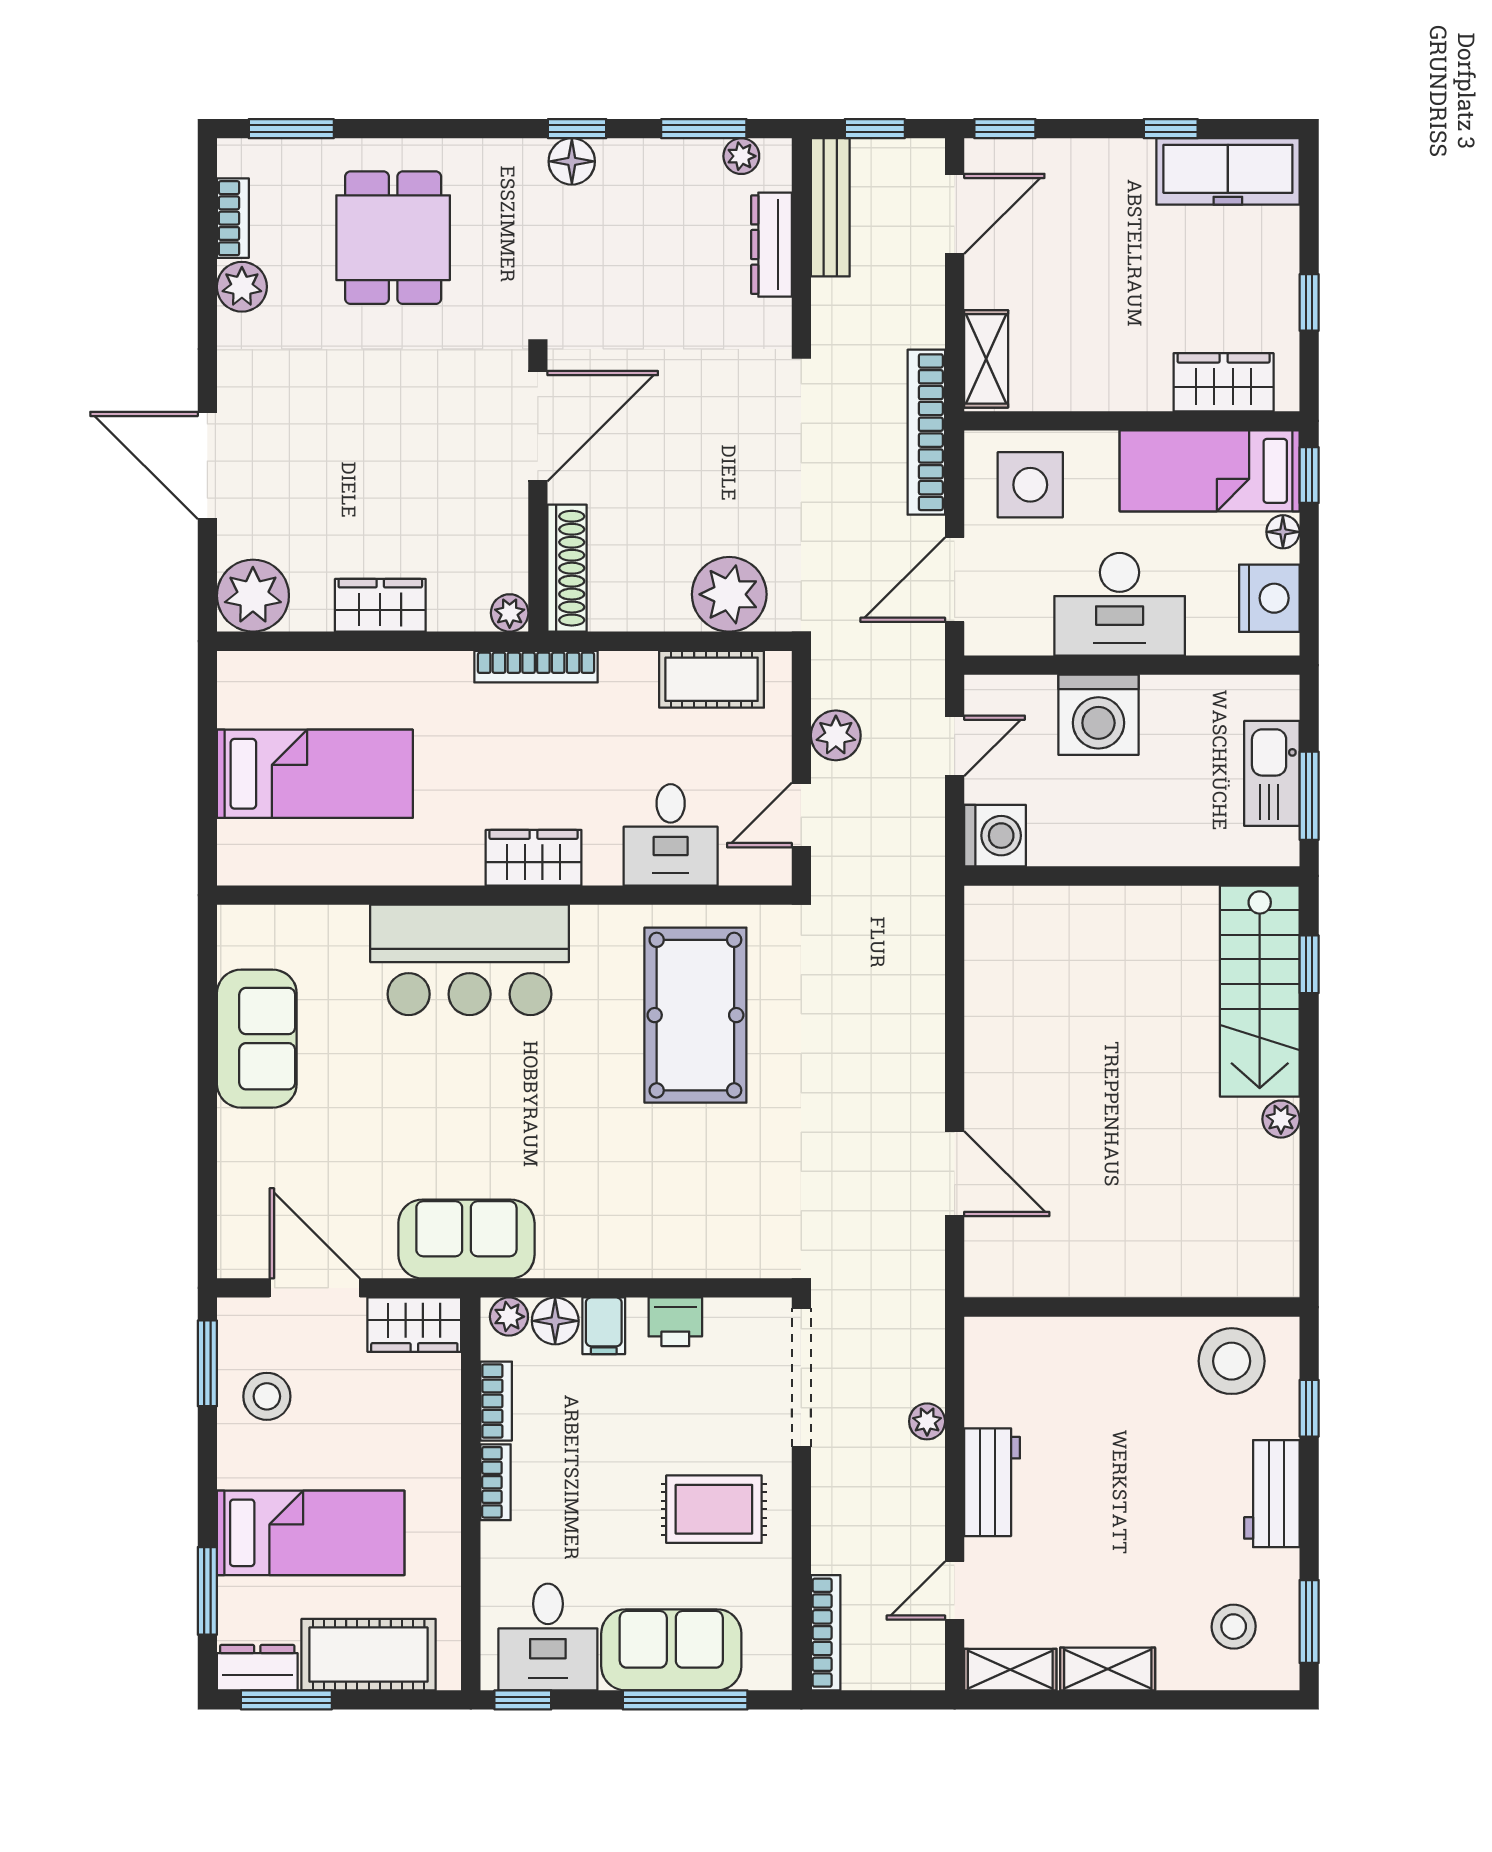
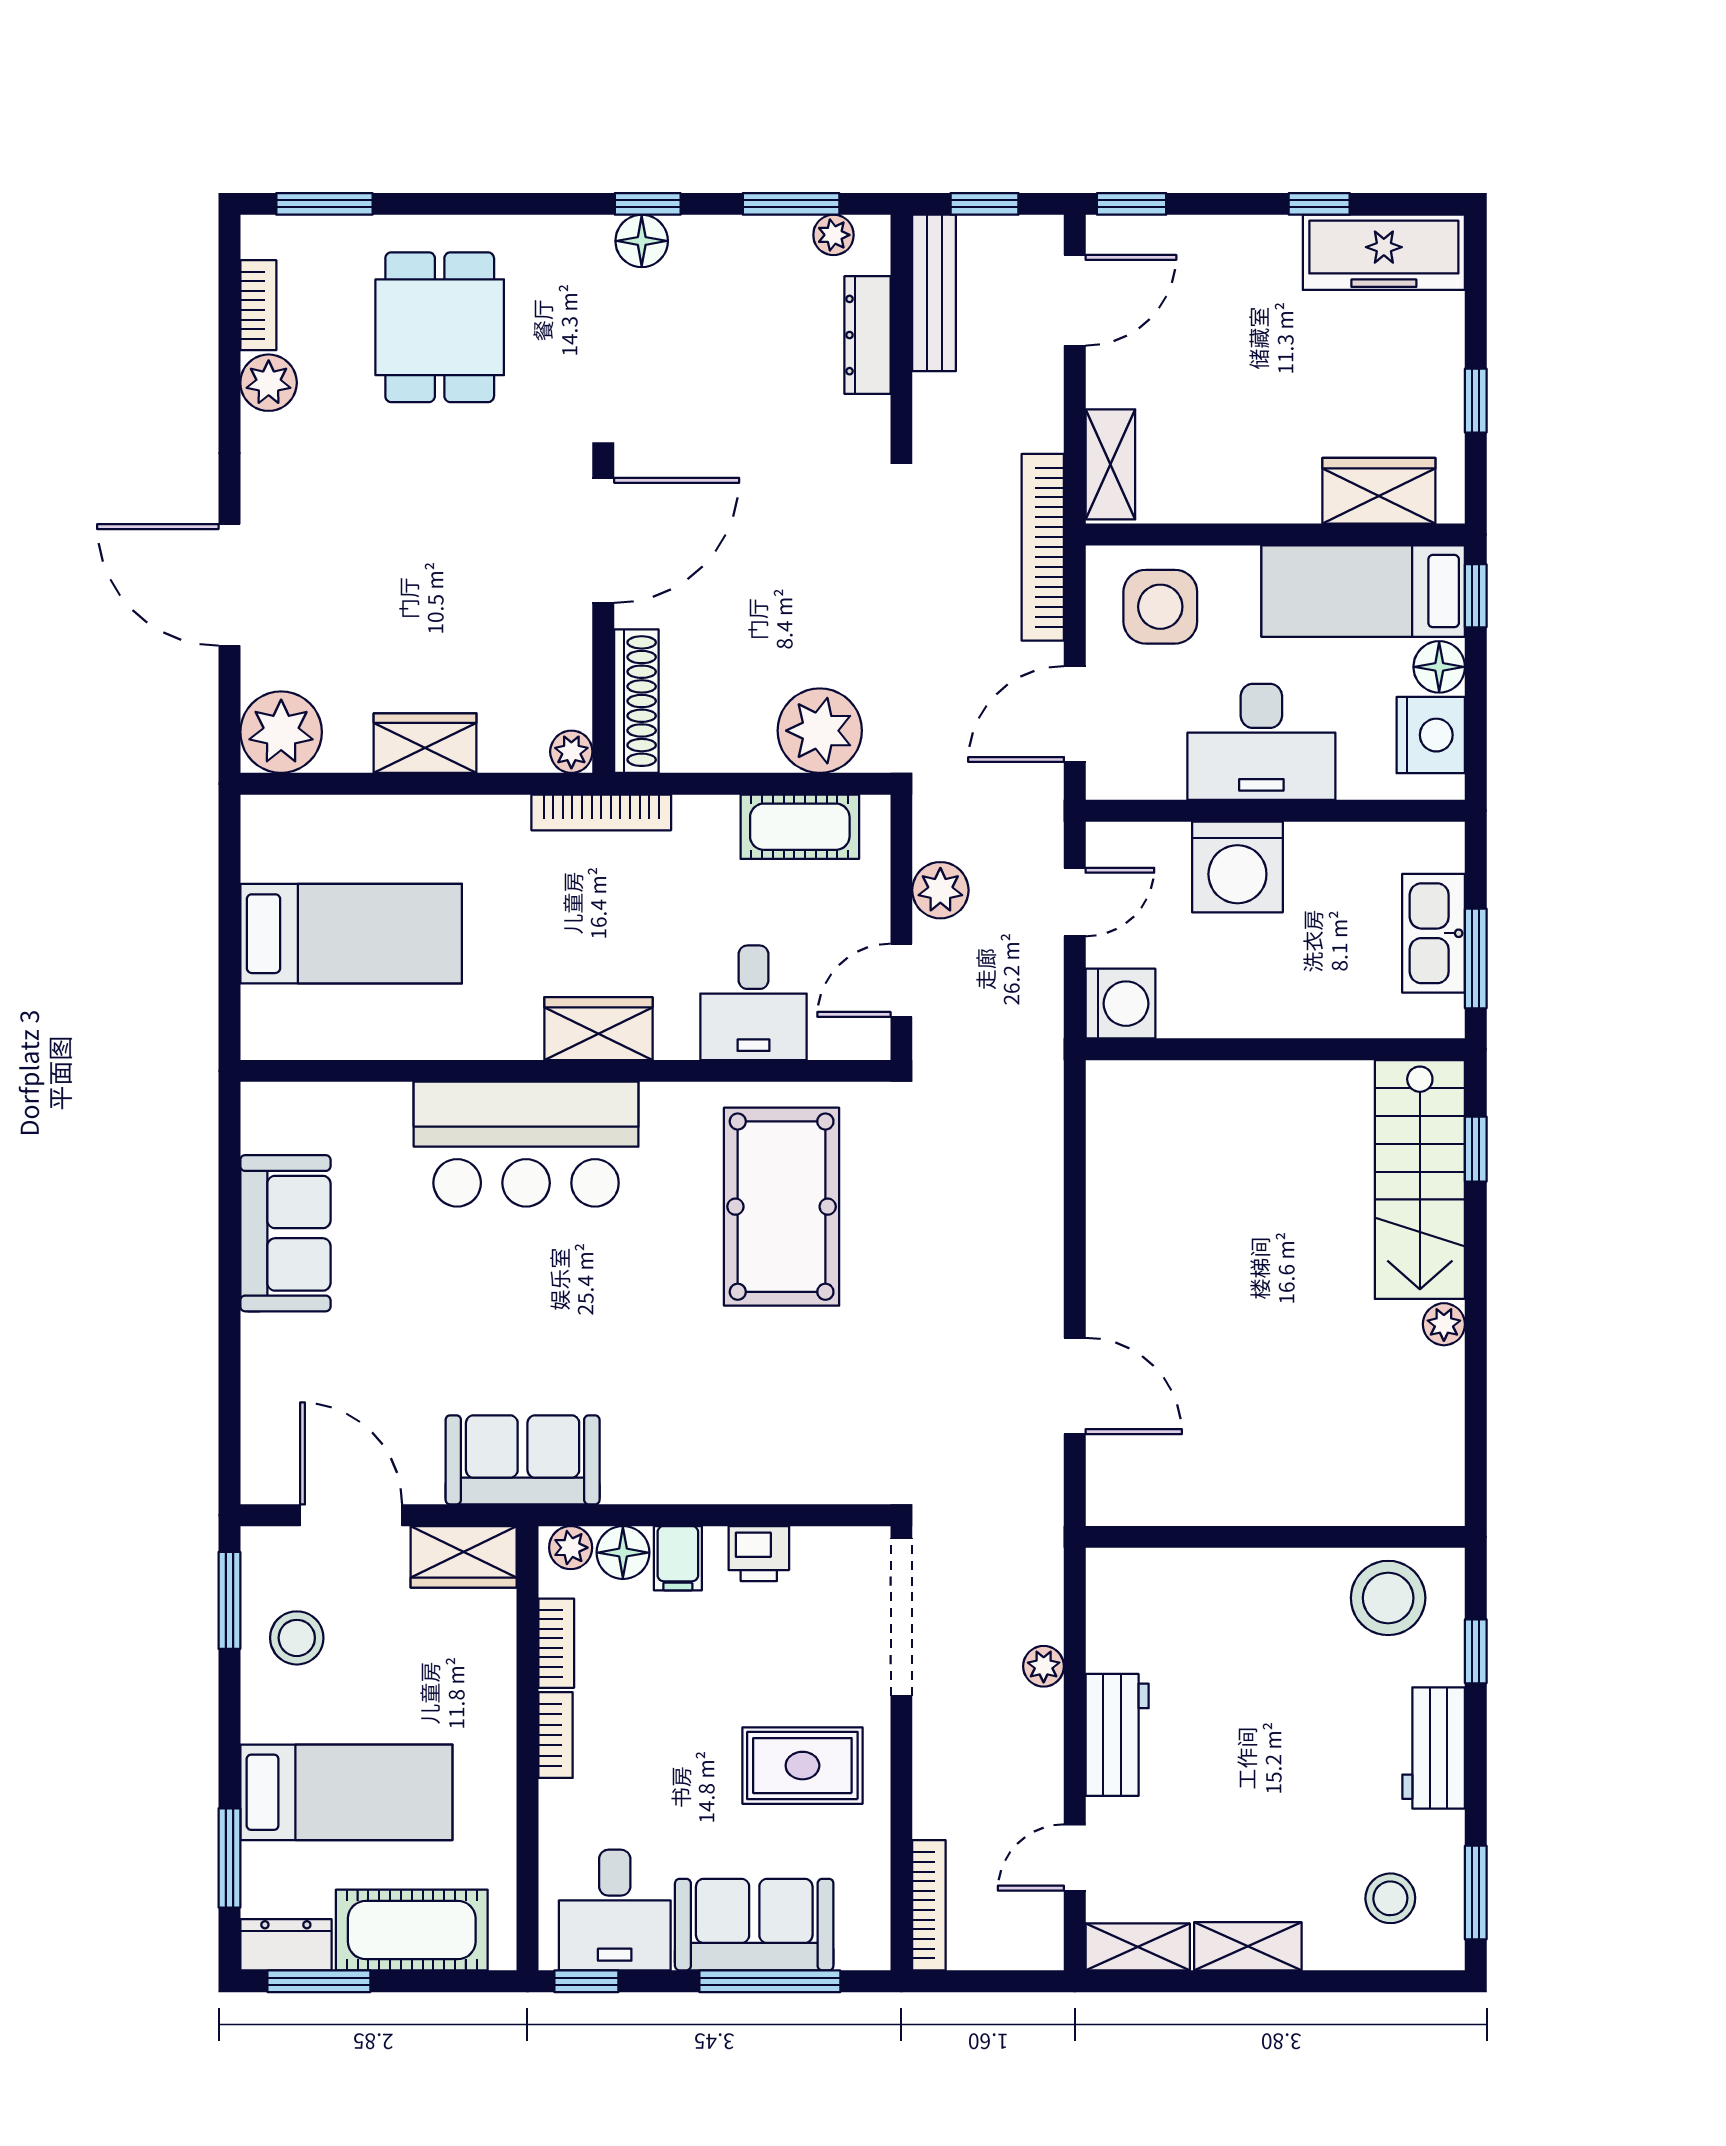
floor lamp: (1283, 532) -> (1439, 667), width x1.37, depth x1.37

